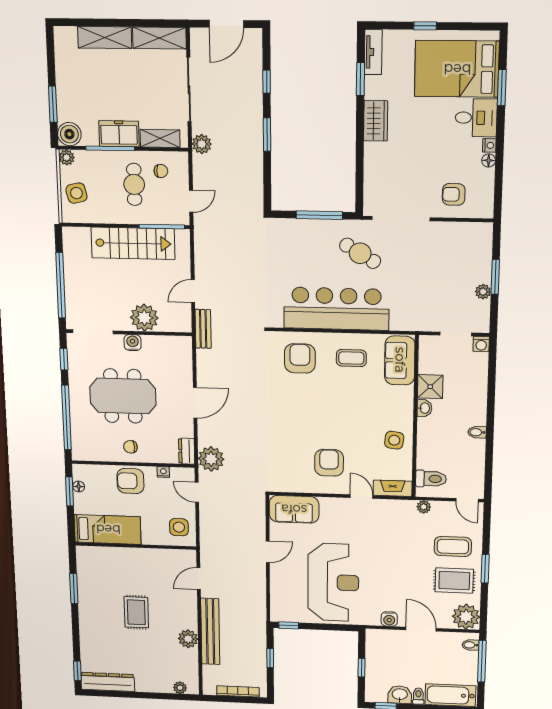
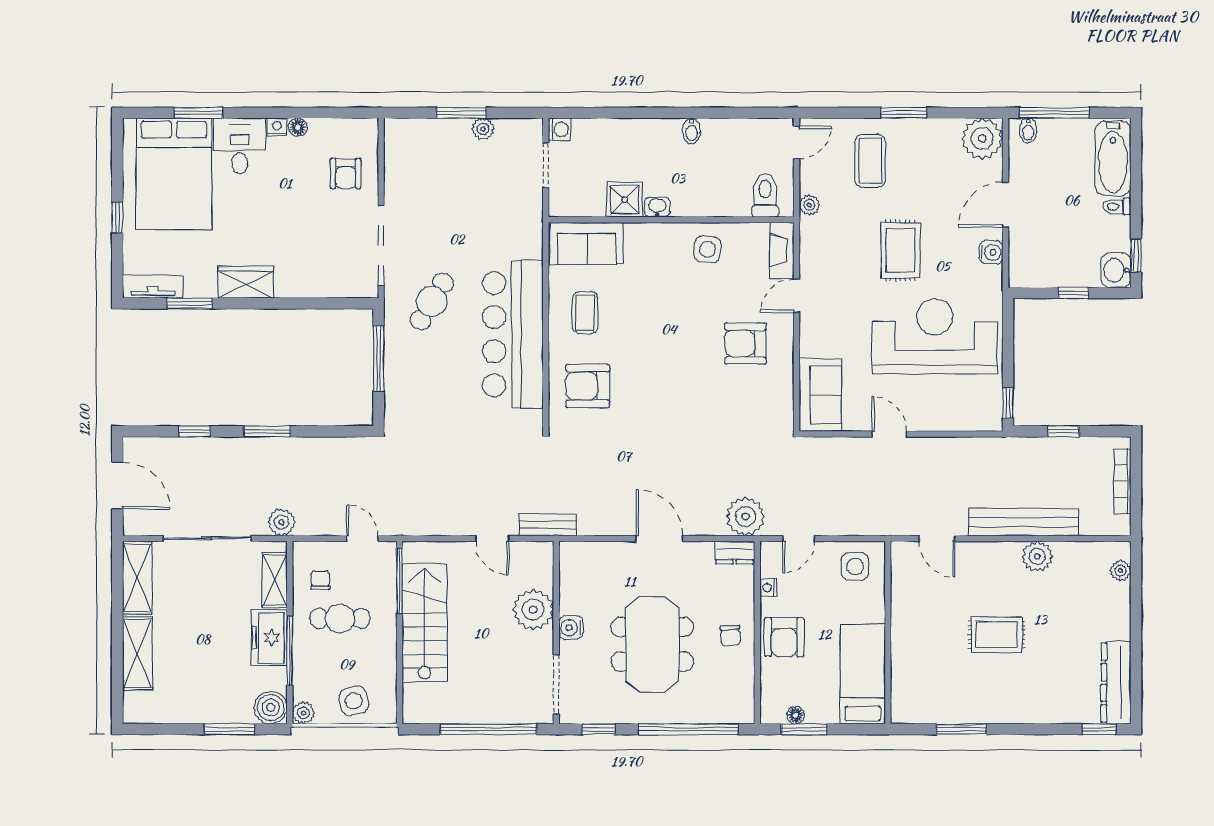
rug: (454, 580) -> (900, 250), moved
washbasin: (400, 695) -> (1116, 270), moved

